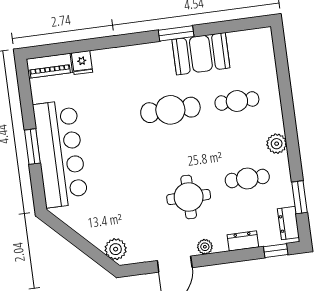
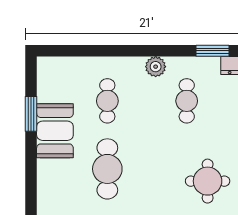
window: (176, 33) -> (31, 114), moved
round table: (189, 197) -> (208, 181), moved

